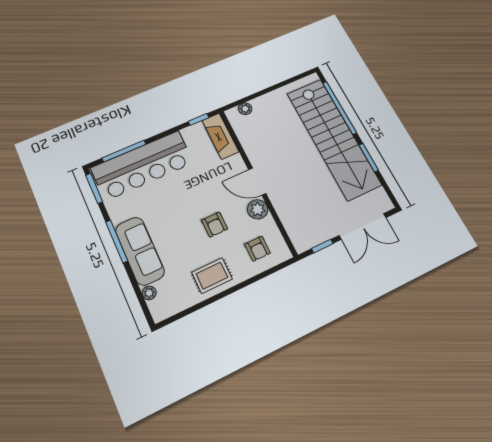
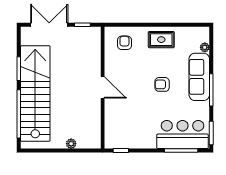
plant: (245, 109) -> (71, 144), moved
fireplace: (220, 136) -> (112, 131), removed
bar counter: (142, 165) -> (183, 134), width x0.73
plant: (258, 209) -> (112, 68), removed
armchair: (215, 225) -> (162, 84), moved, turned -90

